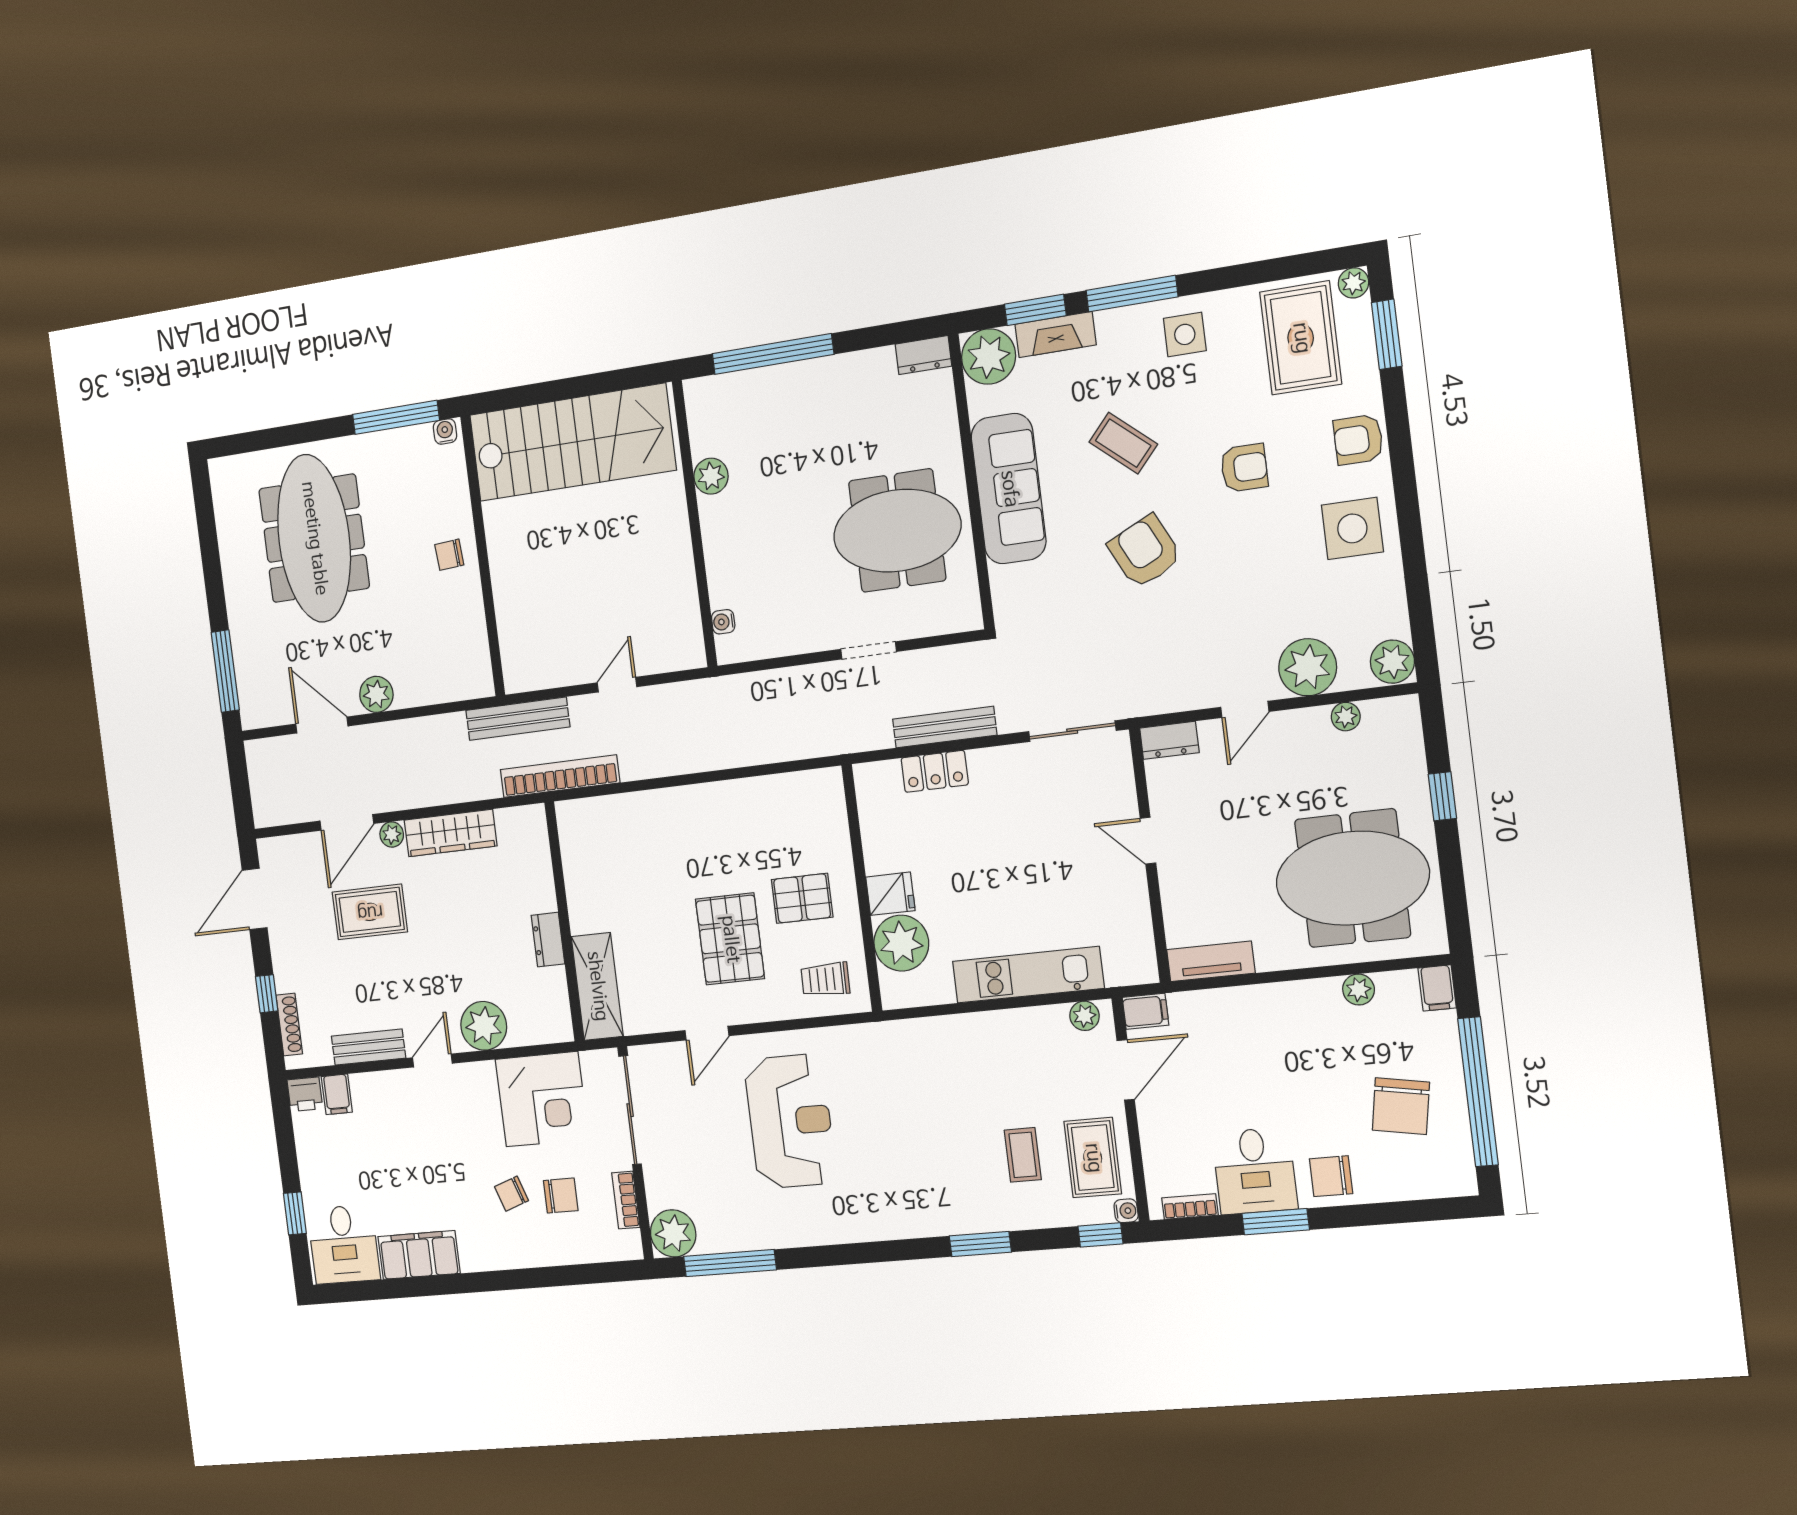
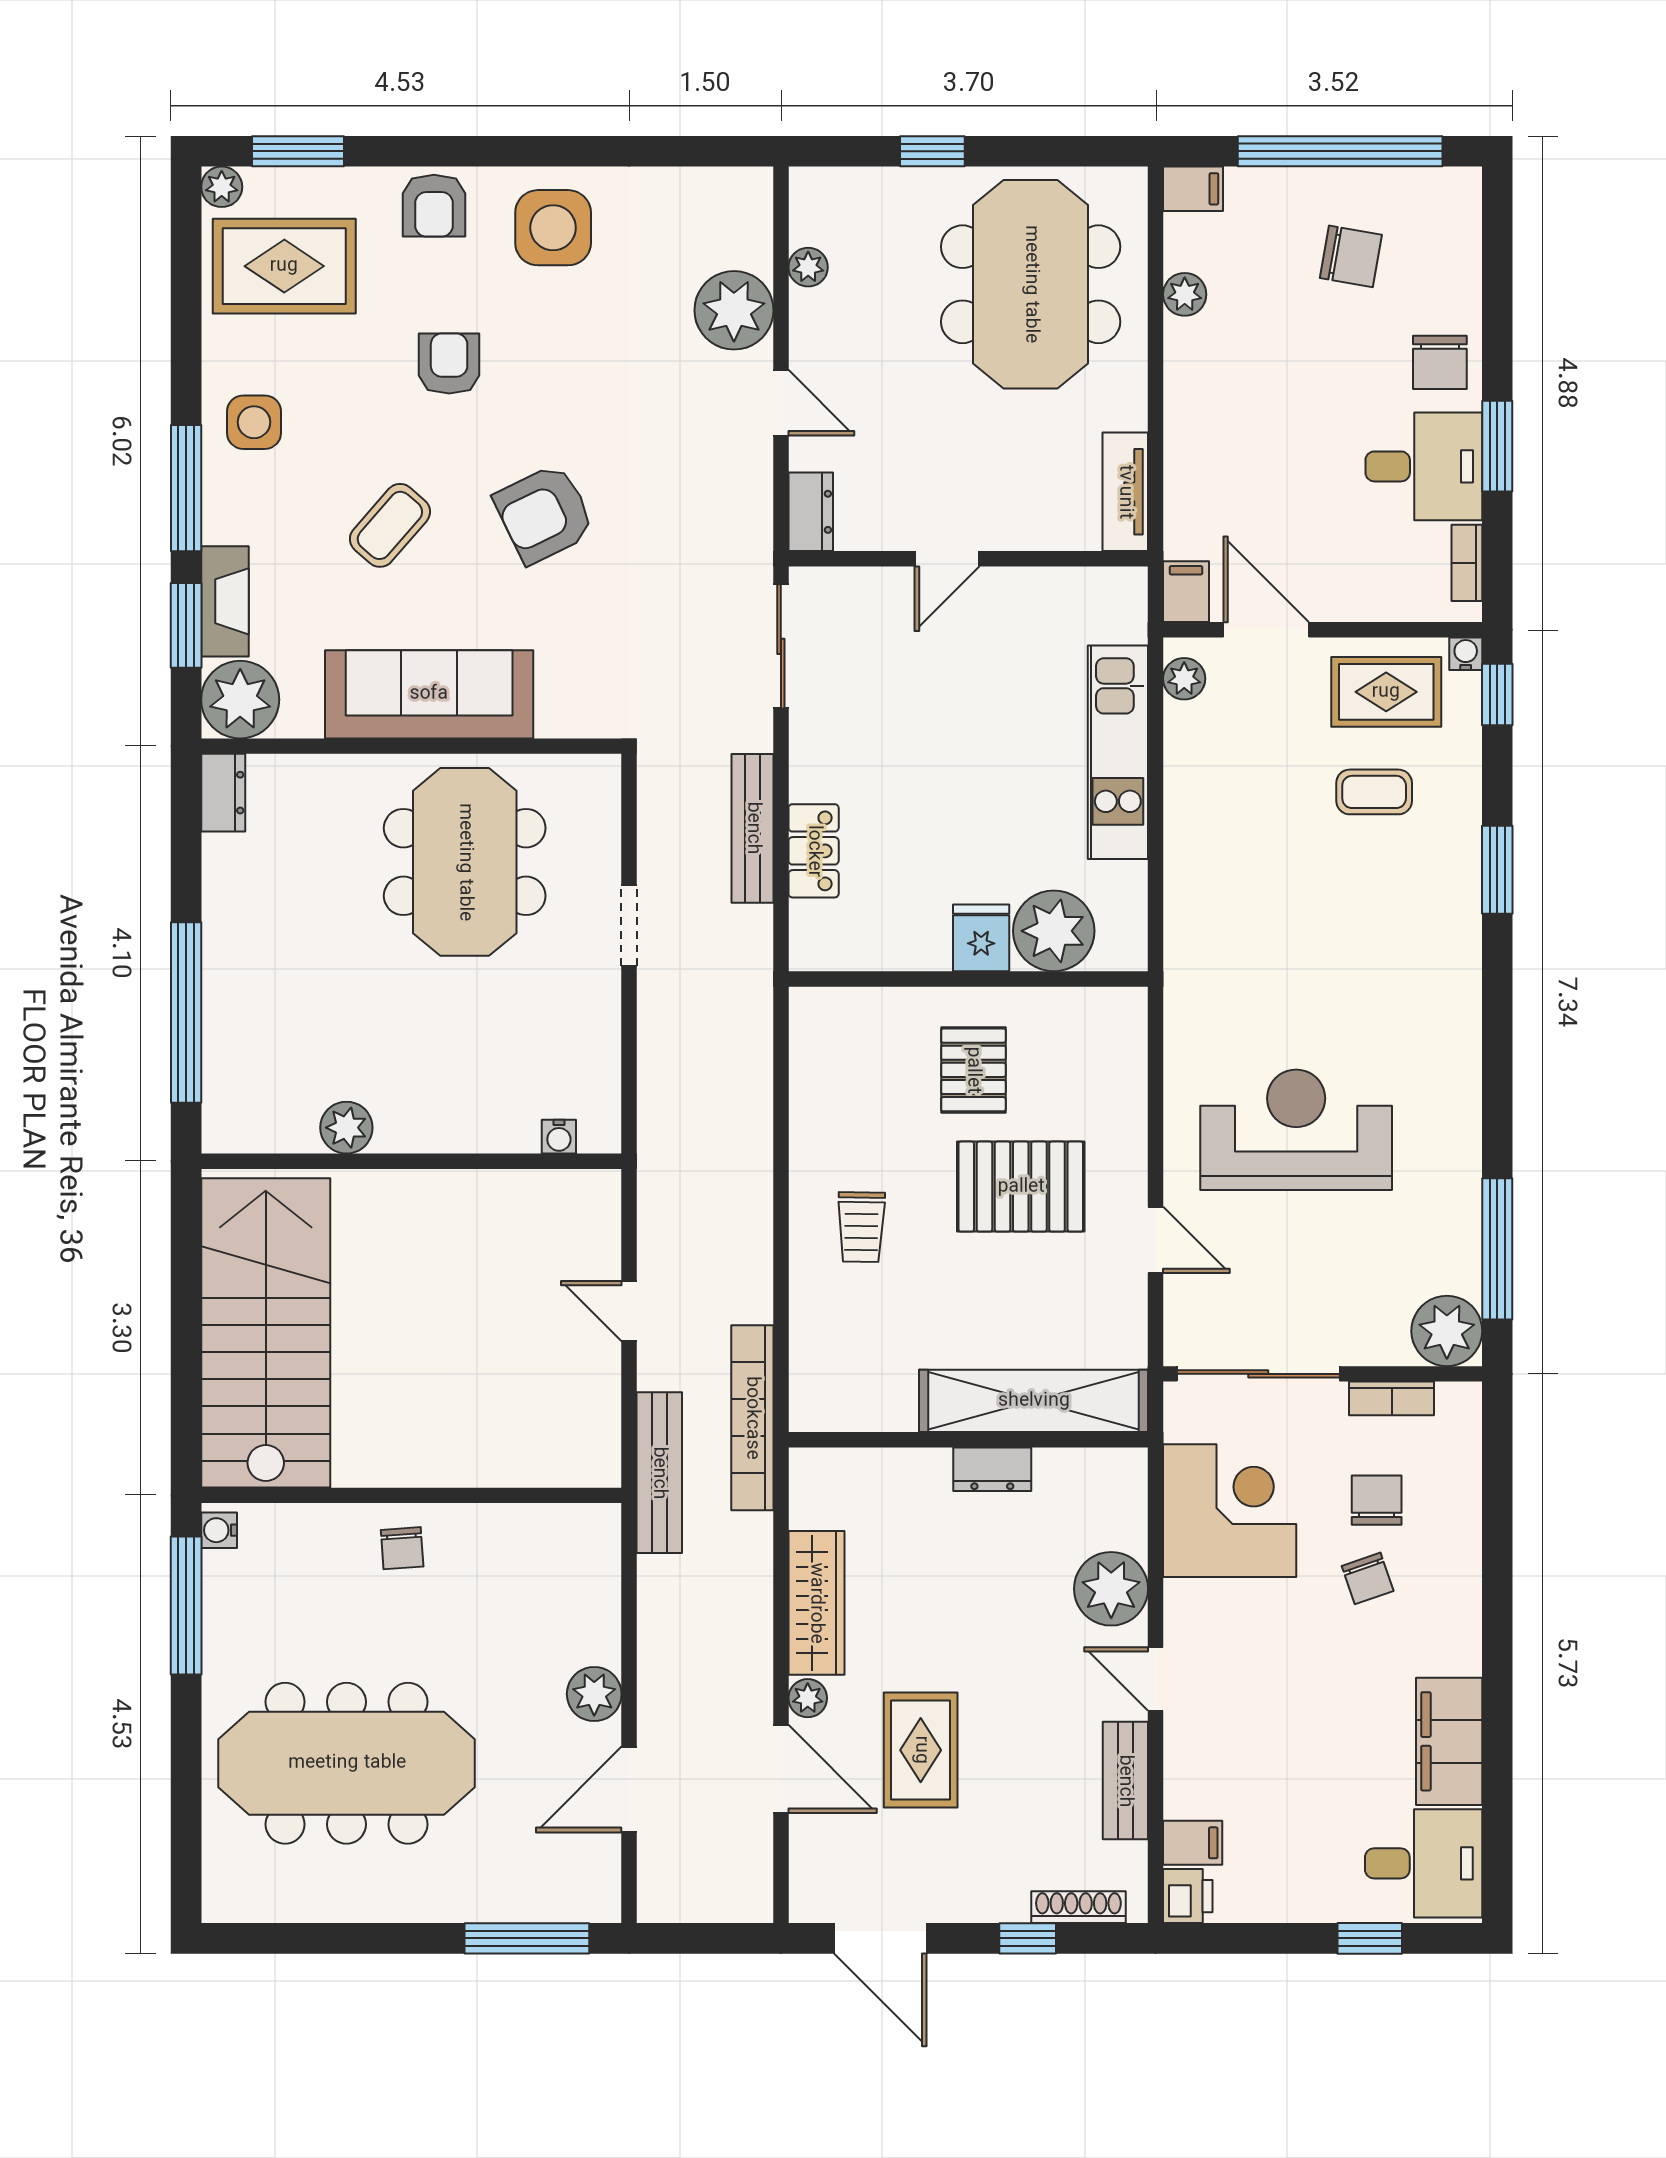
plant: (1392, 662) -> (741, 196), removed
trolley: (825, 979) -> (861, 1227), moved
shelving: (597, 986) -> (1034, 1401), width x1.47
chair: (1401, 1106) -> (1351, 256), width x0.73, depth x0.73

